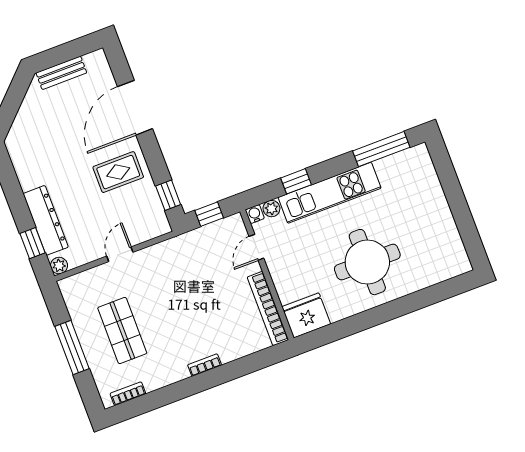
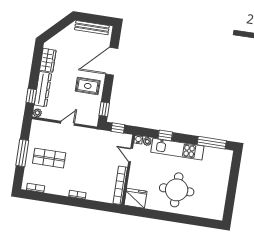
bench: (61, 73) -> (92, 28), width x1.36
wardrobe: (26, 167) -> (48, 60), added
door: (256, 247) -> (131, 155), hinge flipped
shop shelf: (122, 331) -> (49, 158), turned 90

